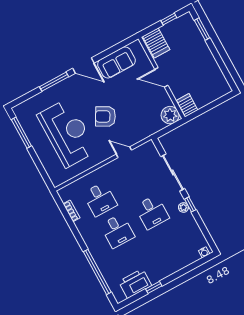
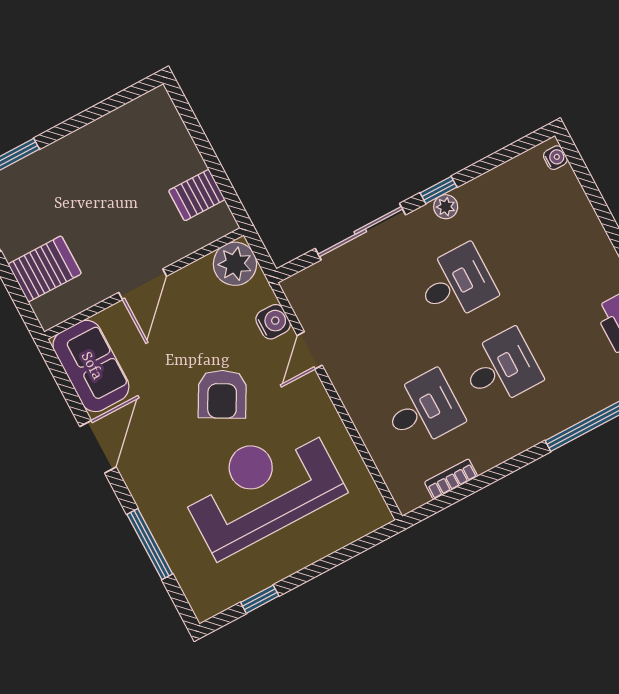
door: (161, 77) -> (143, 284), moved
wall: (162, 78) -> (144, 284), moved
window: (54, 82) -> (150, 544), moved
plant: (170, 115) -> (235, 264), moved
window: (21, 133) -> (260, 599), width x0.46
water cooler: (135, 137) -> (273, 322), added

